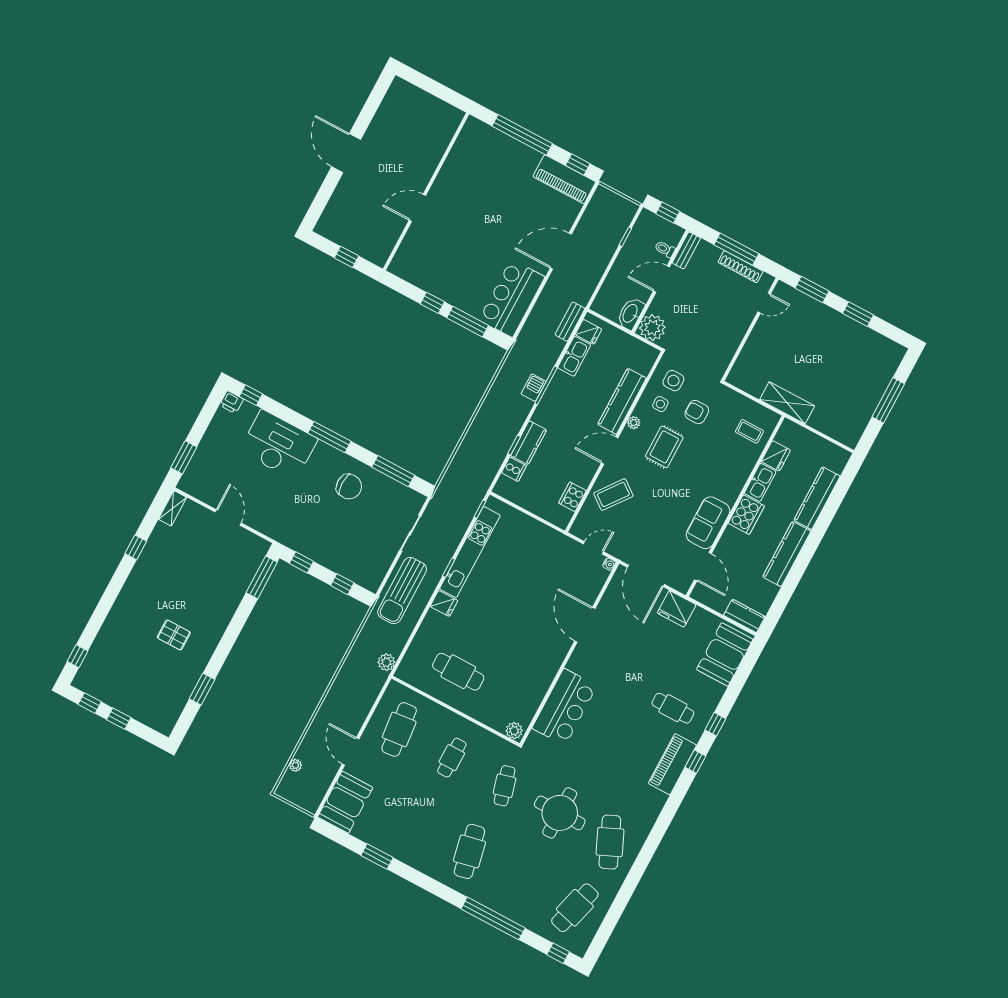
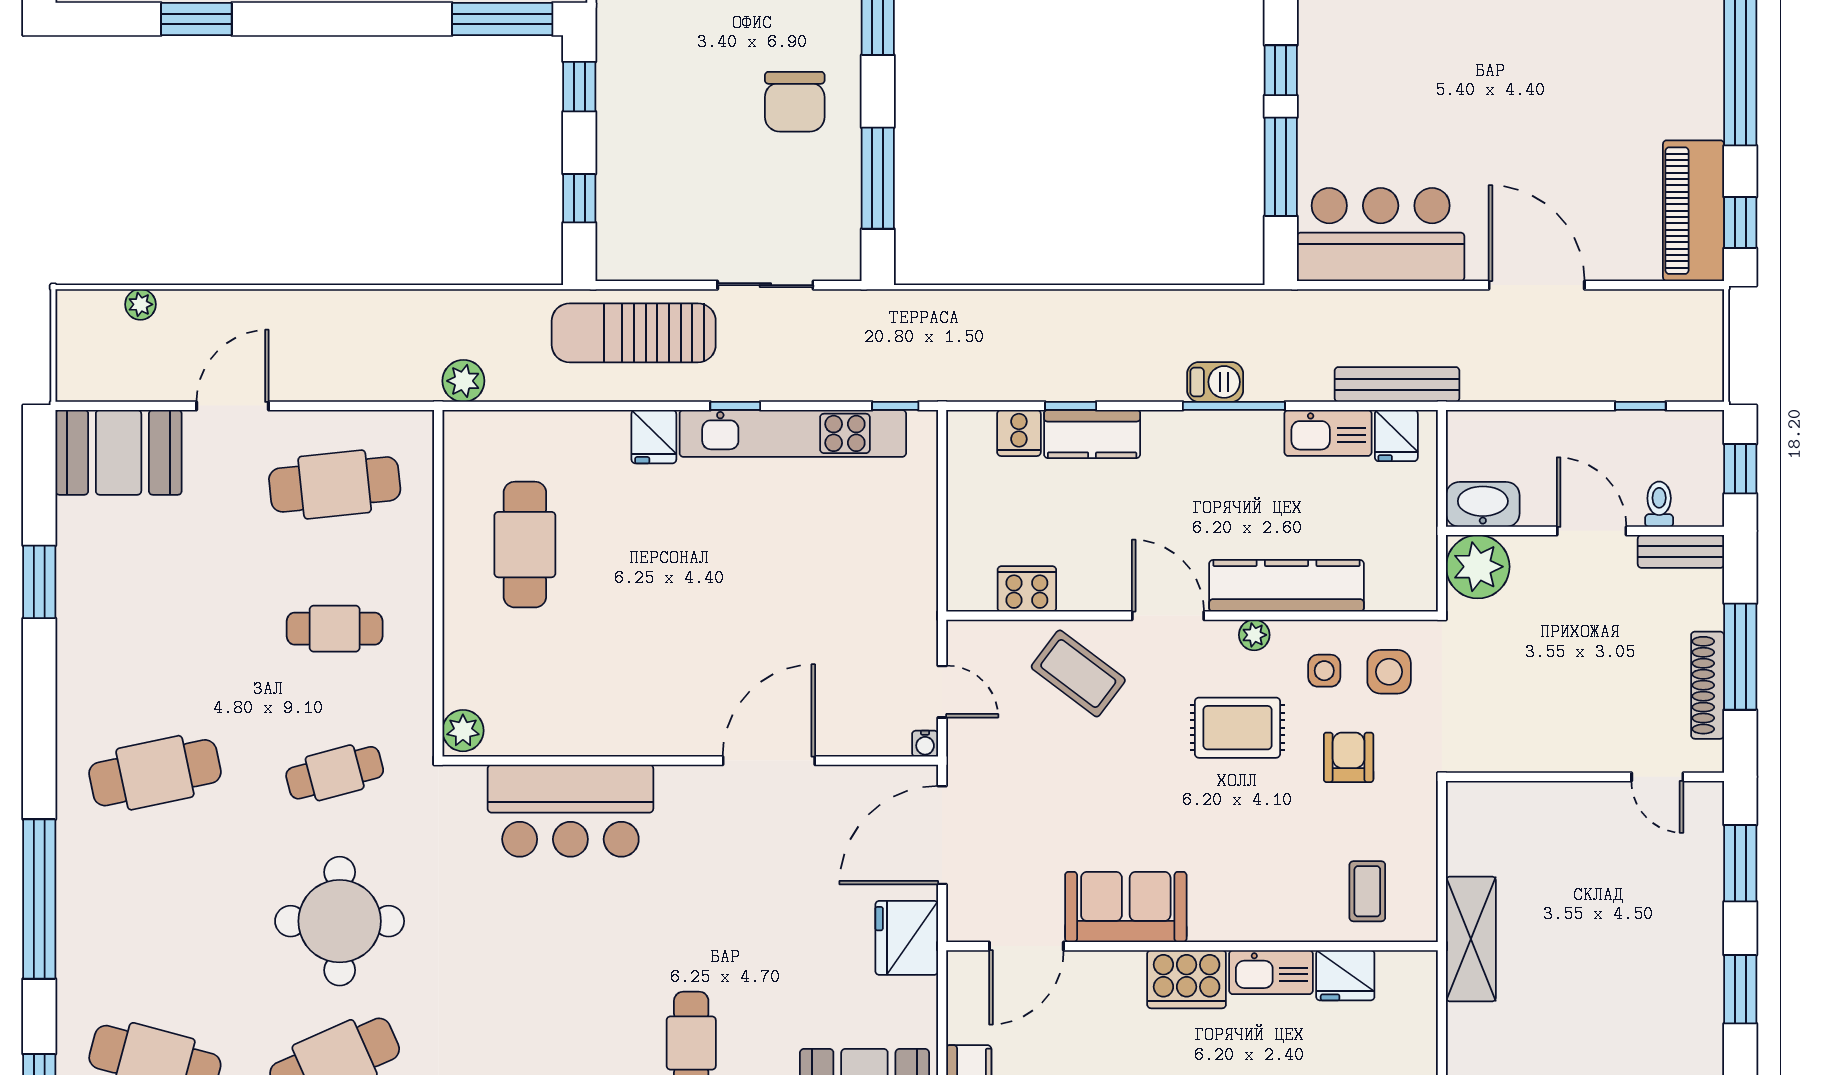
bench: (570, 322) -> (1397, 384), width x1.36

